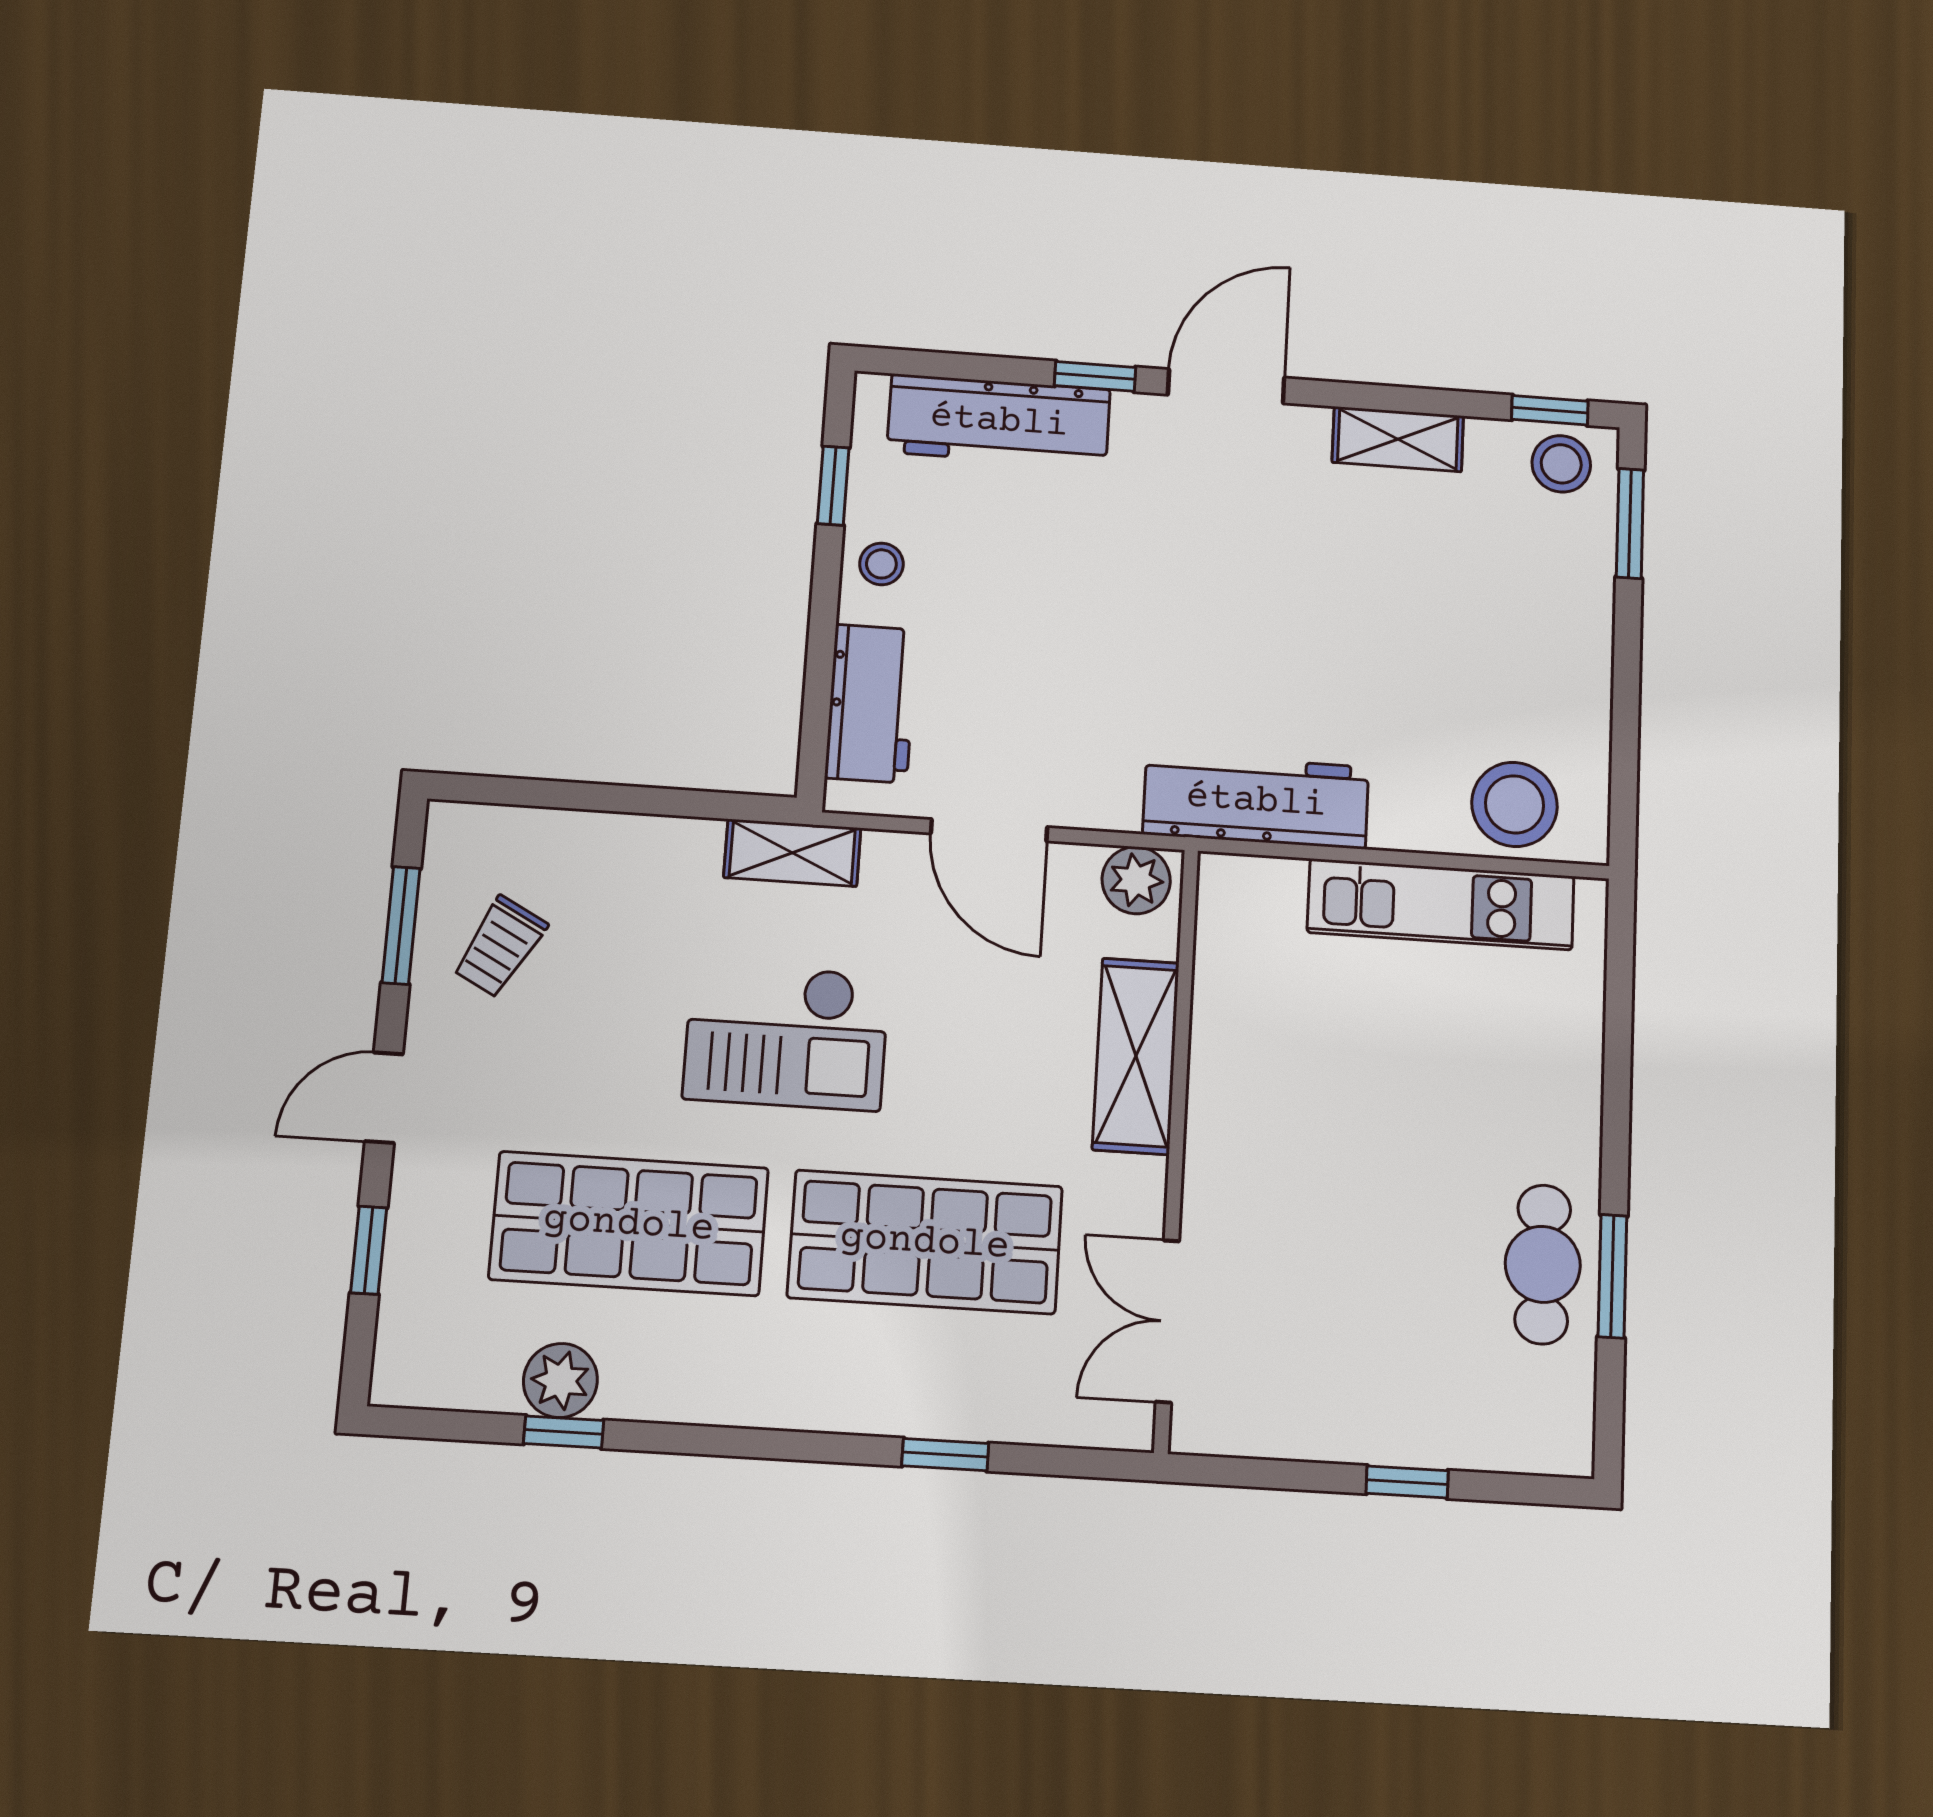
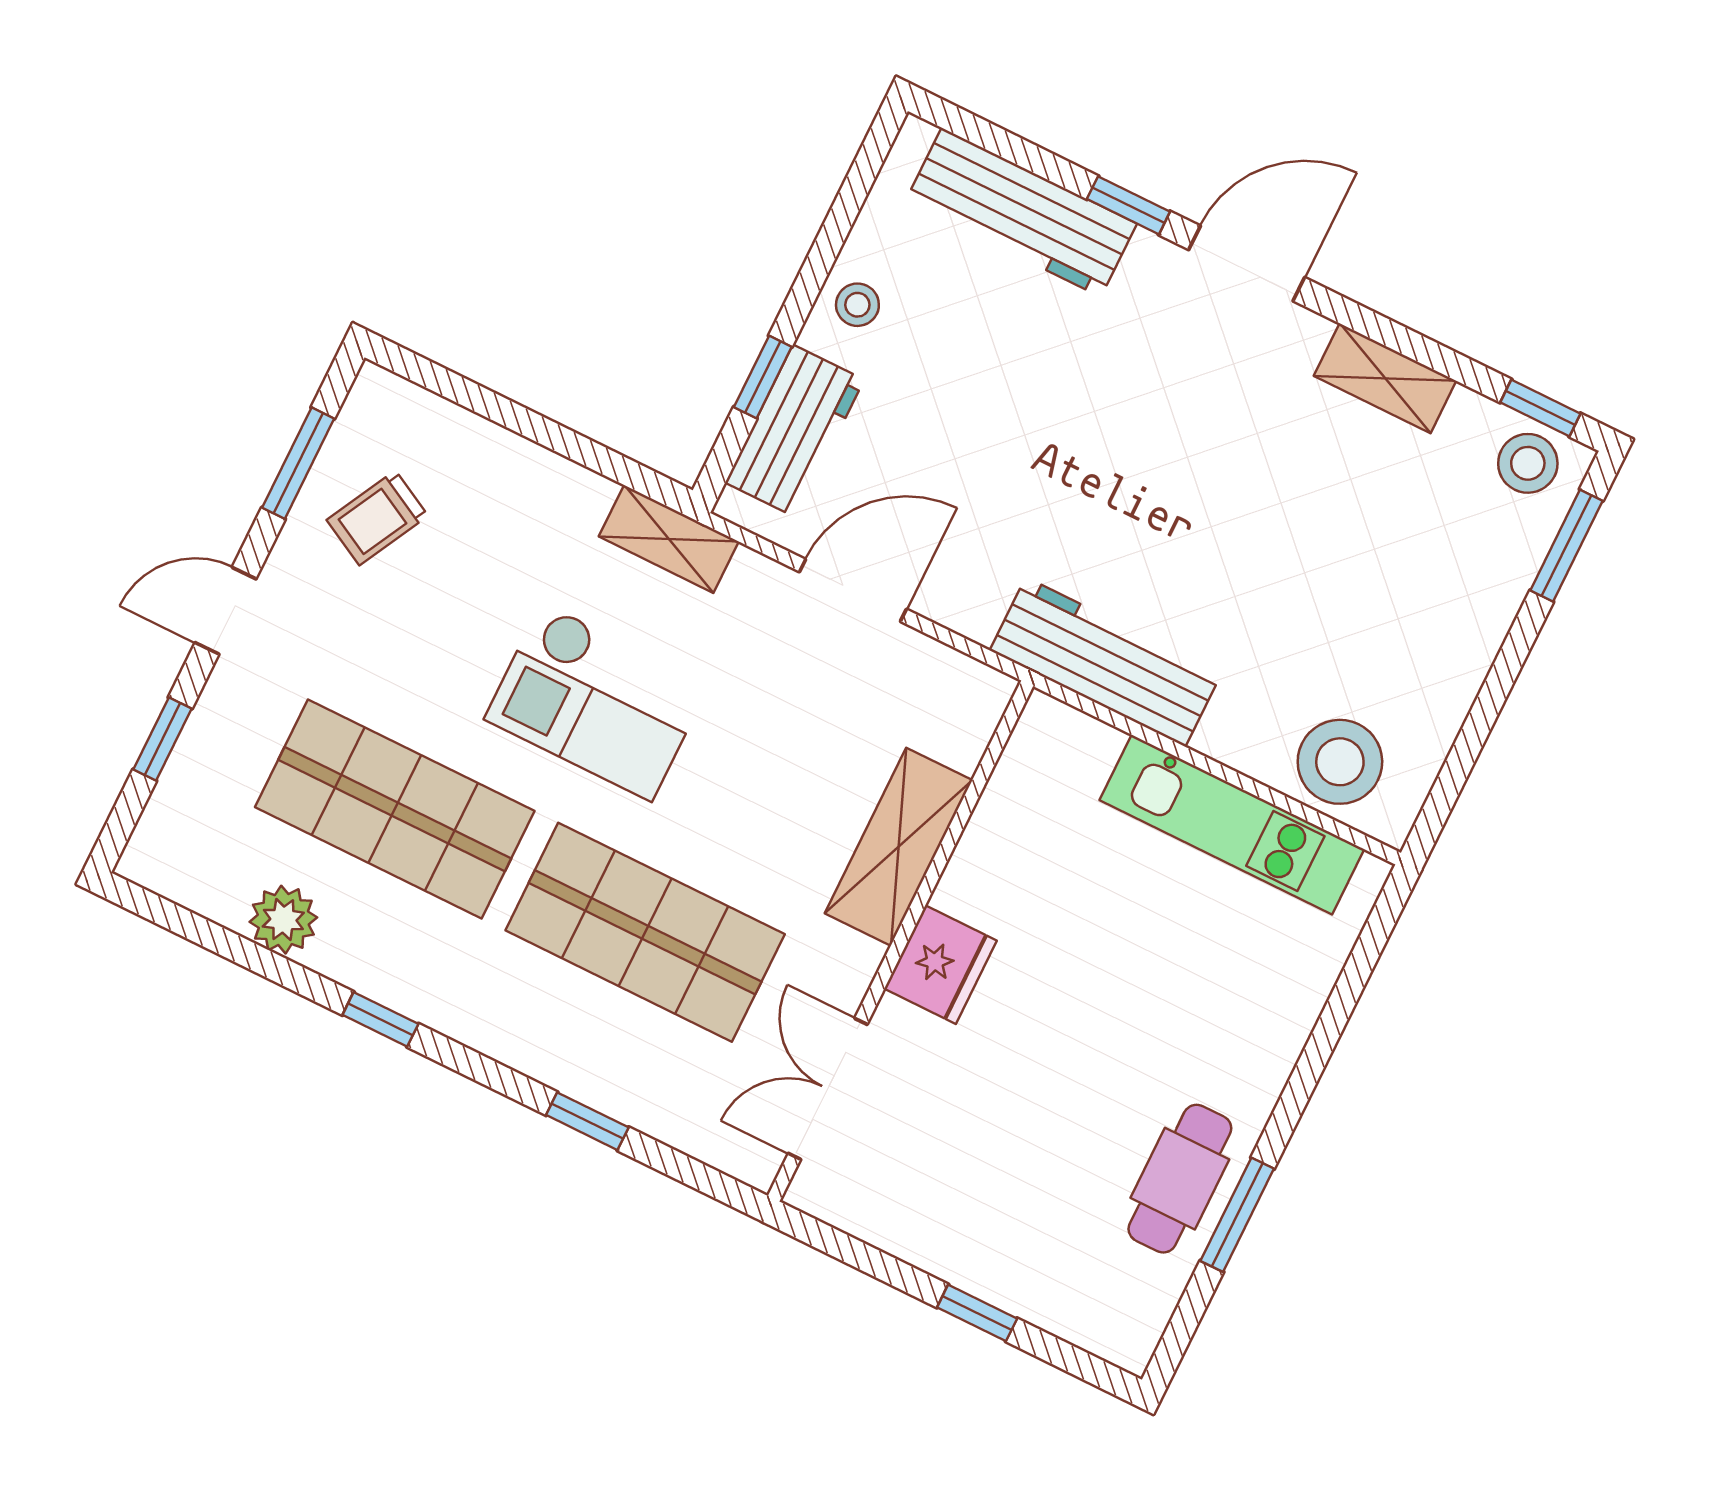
window: (833, 486) -> (763, 377), moved
door: (989, 830) -> (853, 590), swing flipped
plant: (1136, 880) -> (966, 690), removed
fridge: (1224, 1153) -> (941, 965), added
window: (564, 1432) -> (380, 1019), moved

